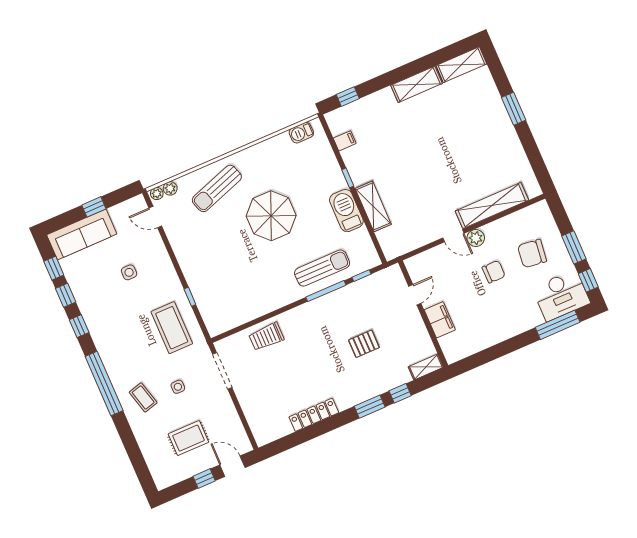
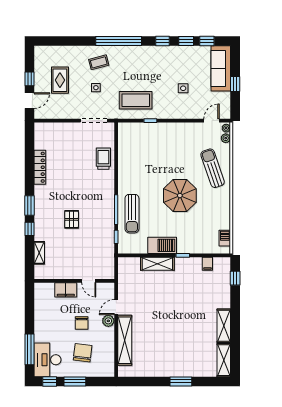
door: (415, 295) -> (89, 281), moved
wall: (423, 314) -> (74, 281), moved
filing cabinet: (440, 320) -> (66, 290), moved

